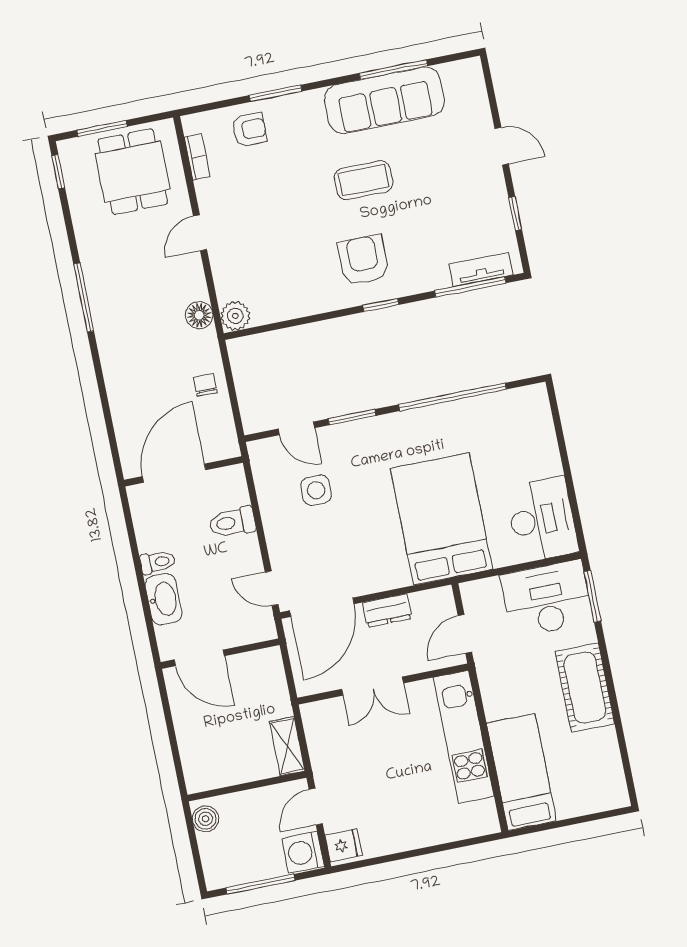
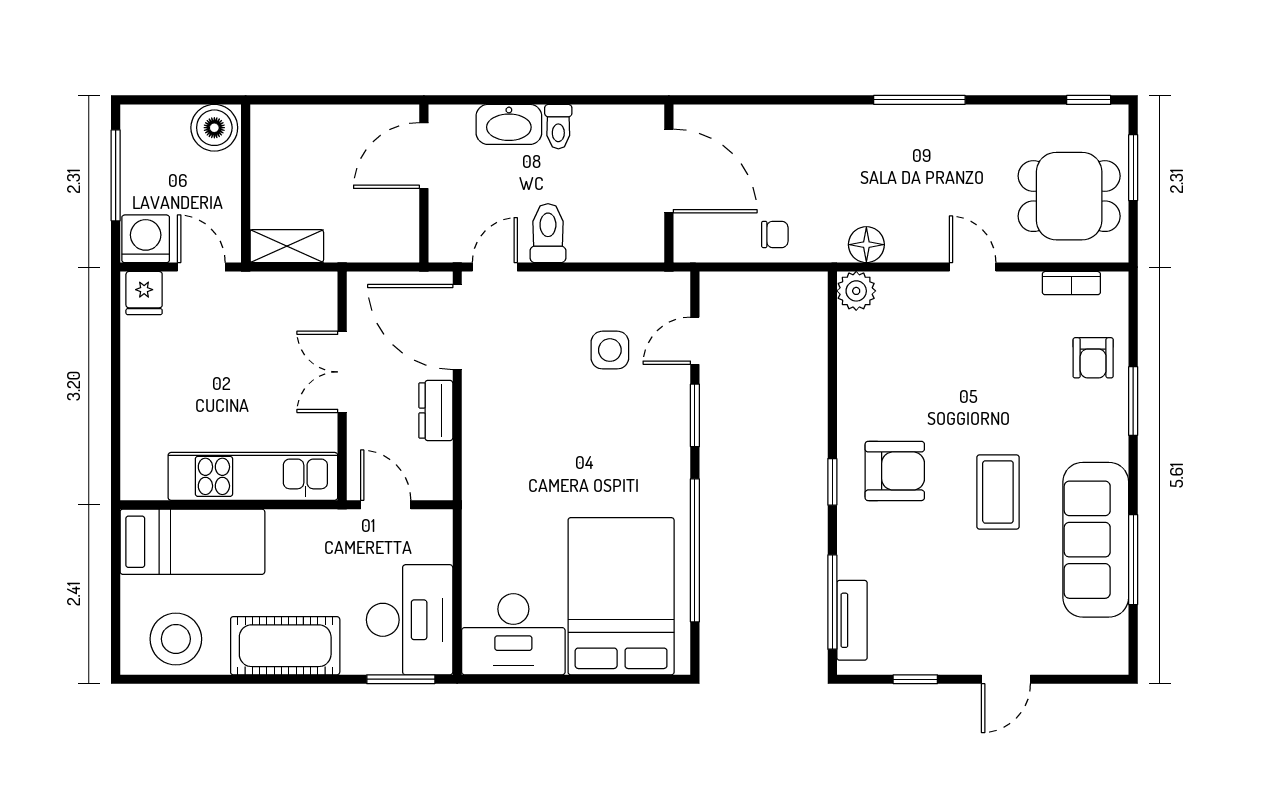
bed: (441, 519) -> (621, 596), moved, turned -90
toilet: (232, 522) -> (548, 233), moved
stool: (596, 770) -> (176, 639), added
boiler: (205, 819) -> (214, 128), width x1.36, depth x1.36

